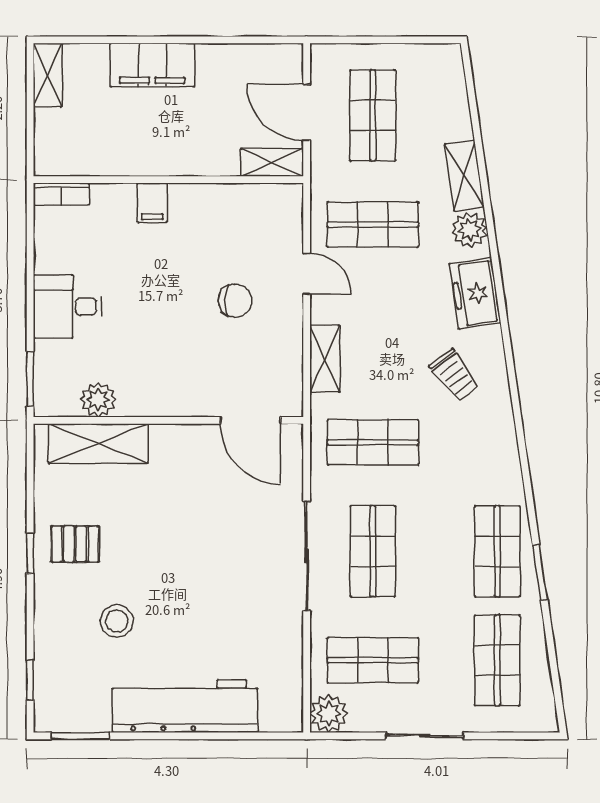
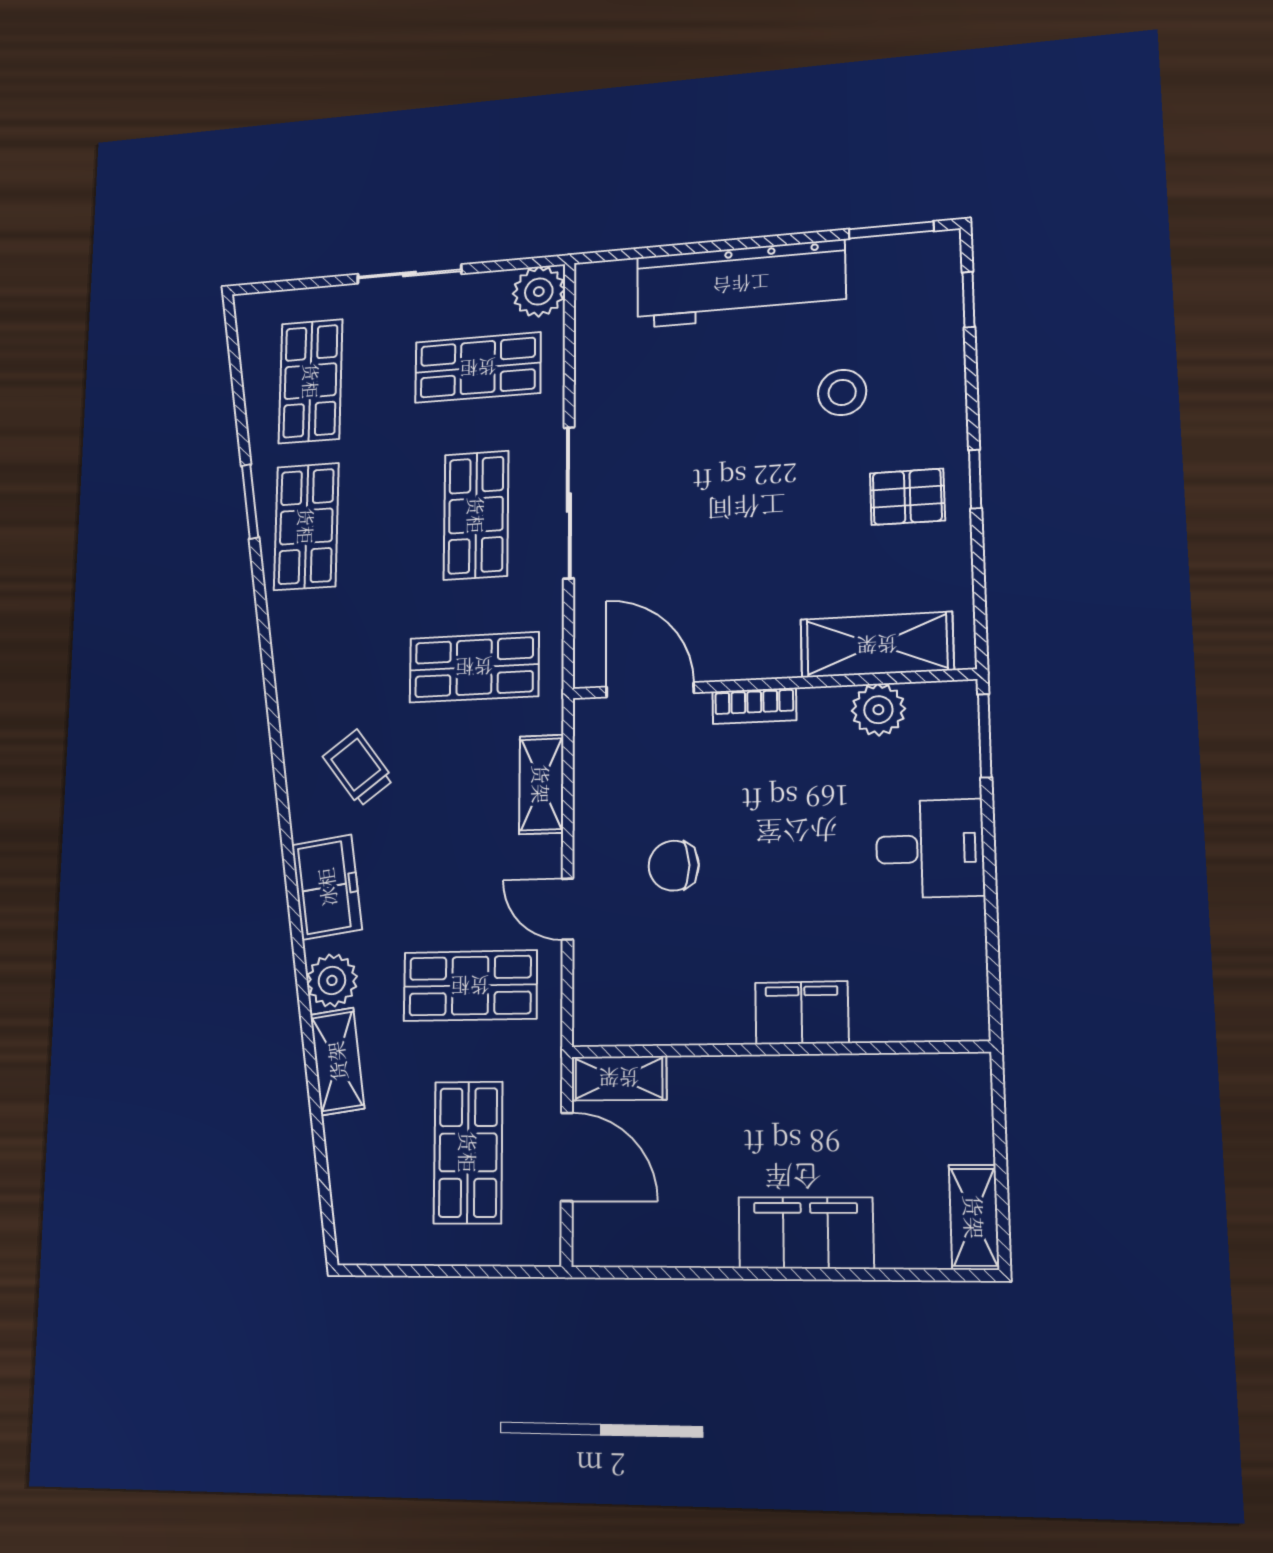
bookcase: (61, 194) -> (754, 706), moved, turned 180
filing cabinet: (152, 203) -> (802, 1013), width x2.00

